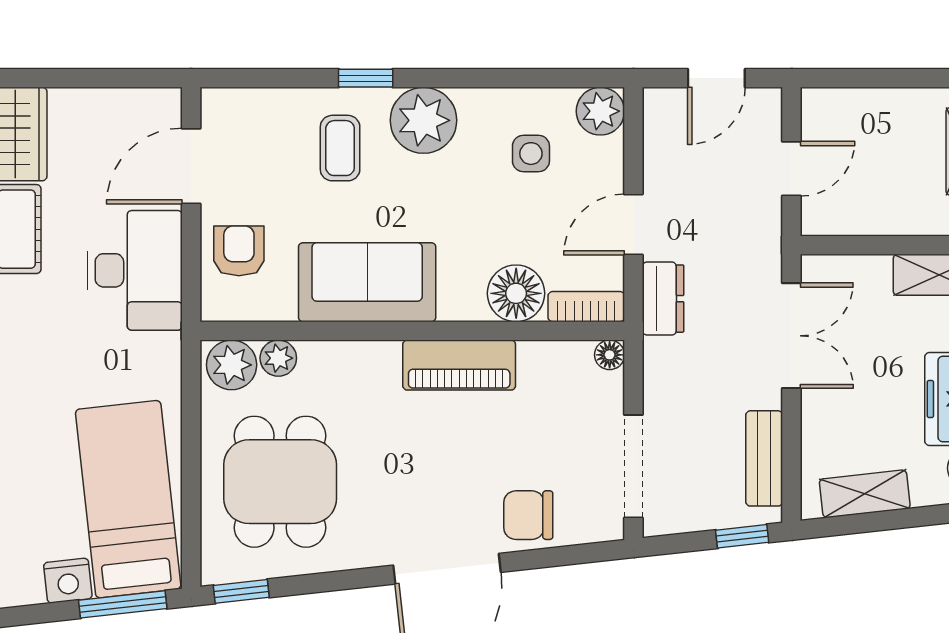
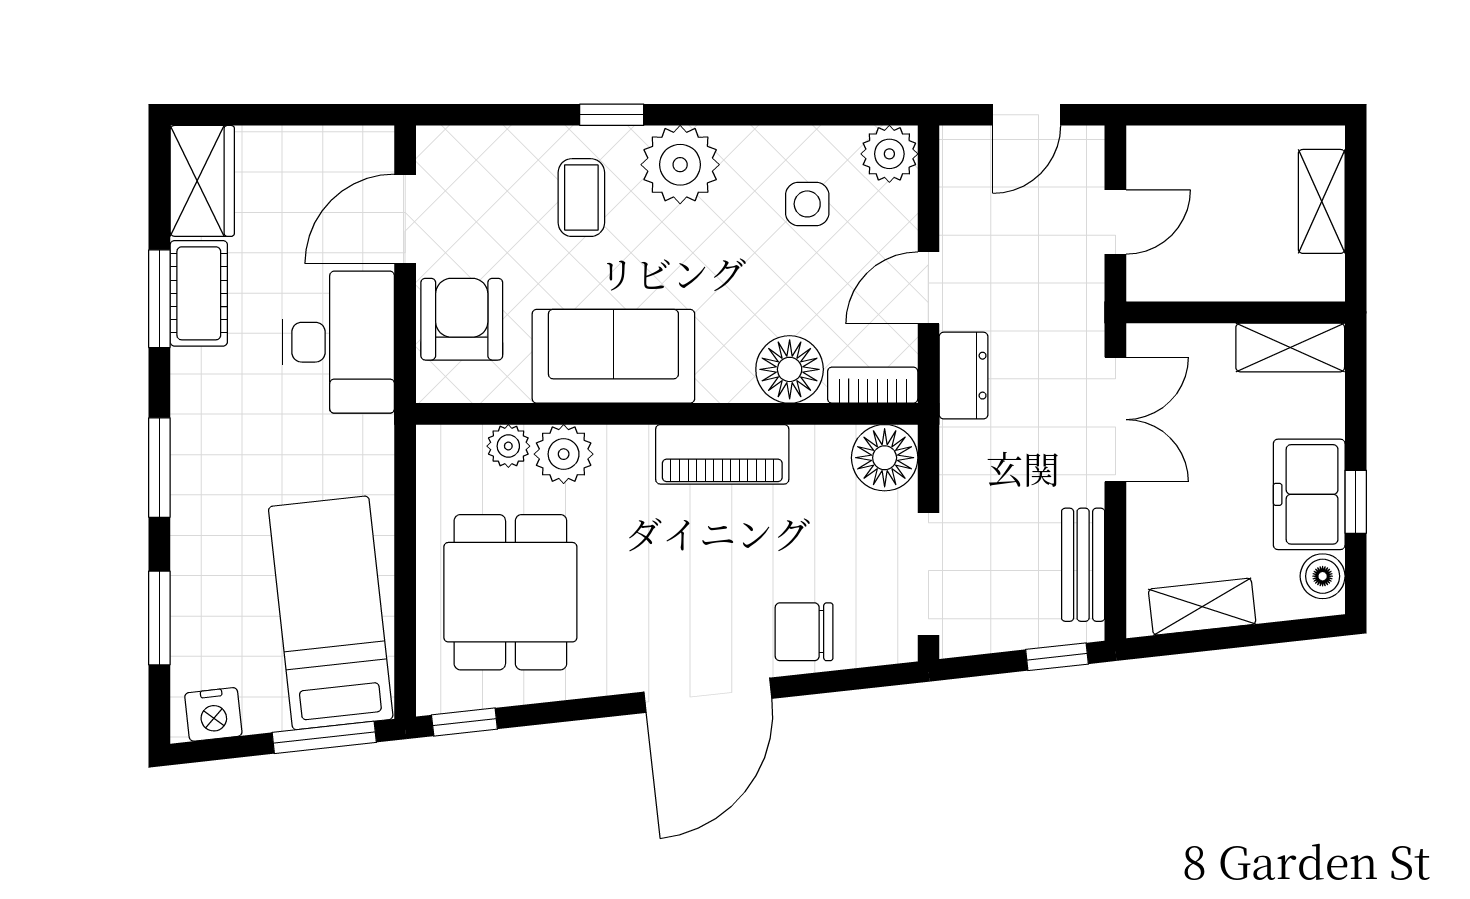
armchair: (239, 251) -> (462, 319), width x1.38, depth x1.38
floor lamp: (610, 355) -> (885, 458), width x1.89, depth x1.89
plant: (232, 365) -> (564, 454), moved
nightstand: (68, 581) -> (213, 714), moved

